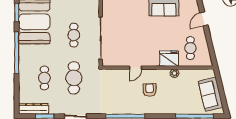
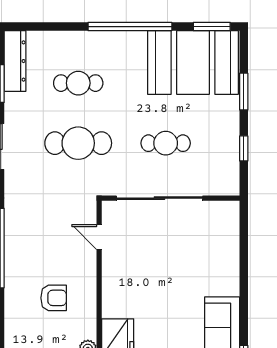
door: (136, 68) -> (99, 237), moved

